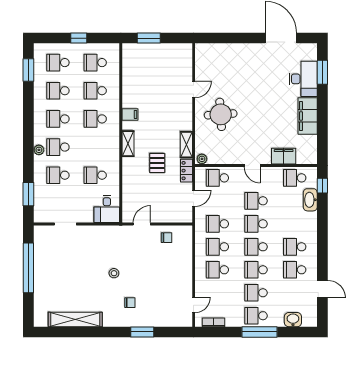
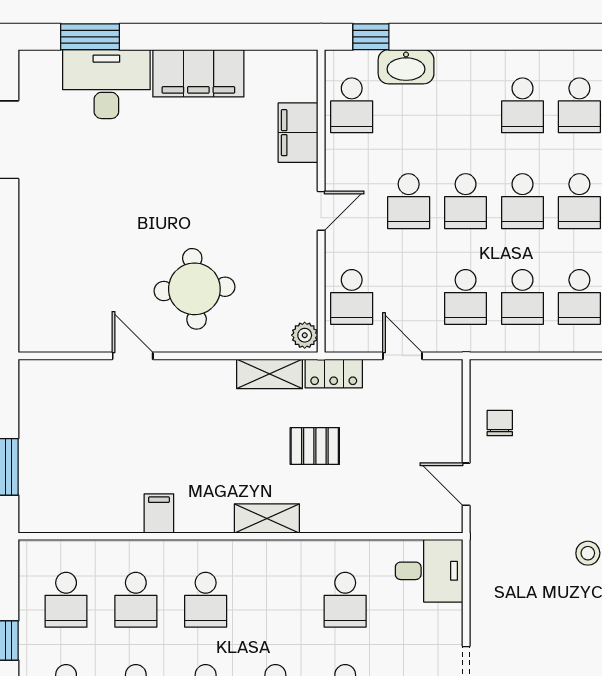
filing cabinet: (130, 114) -> (159, 513), moved

